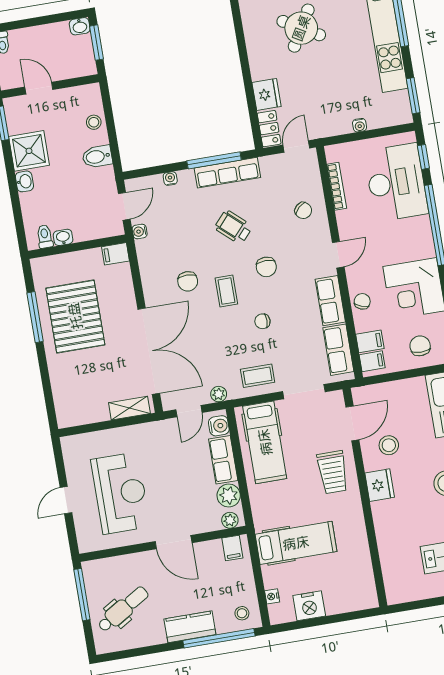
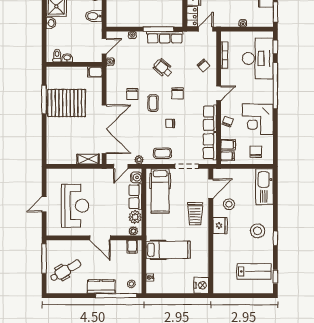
pallet: (75, 316) -> (67, 103), turned 90
nightstand: (309, 606) -> (201, 285), moved, turned -90

